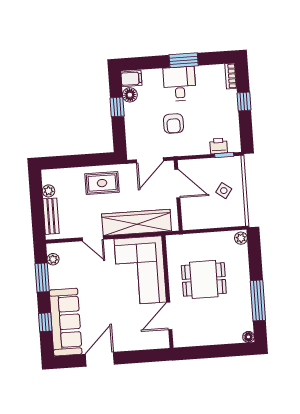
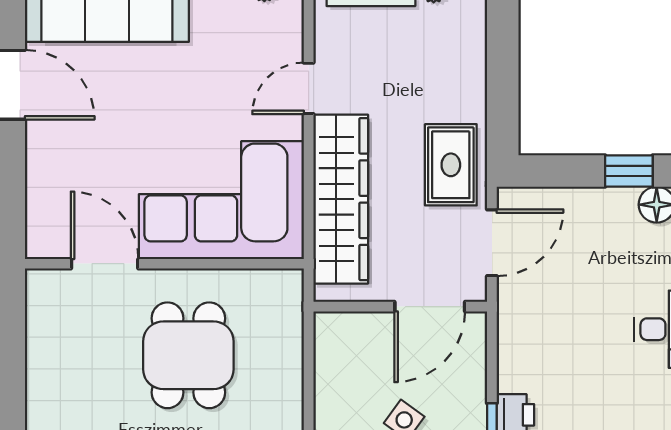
armchair: (173, 124) -> (578, 307), removed
door: (150, 160) -> (492, 243), swing flipped
rug: (102, 183) -> (451, 165), moved

